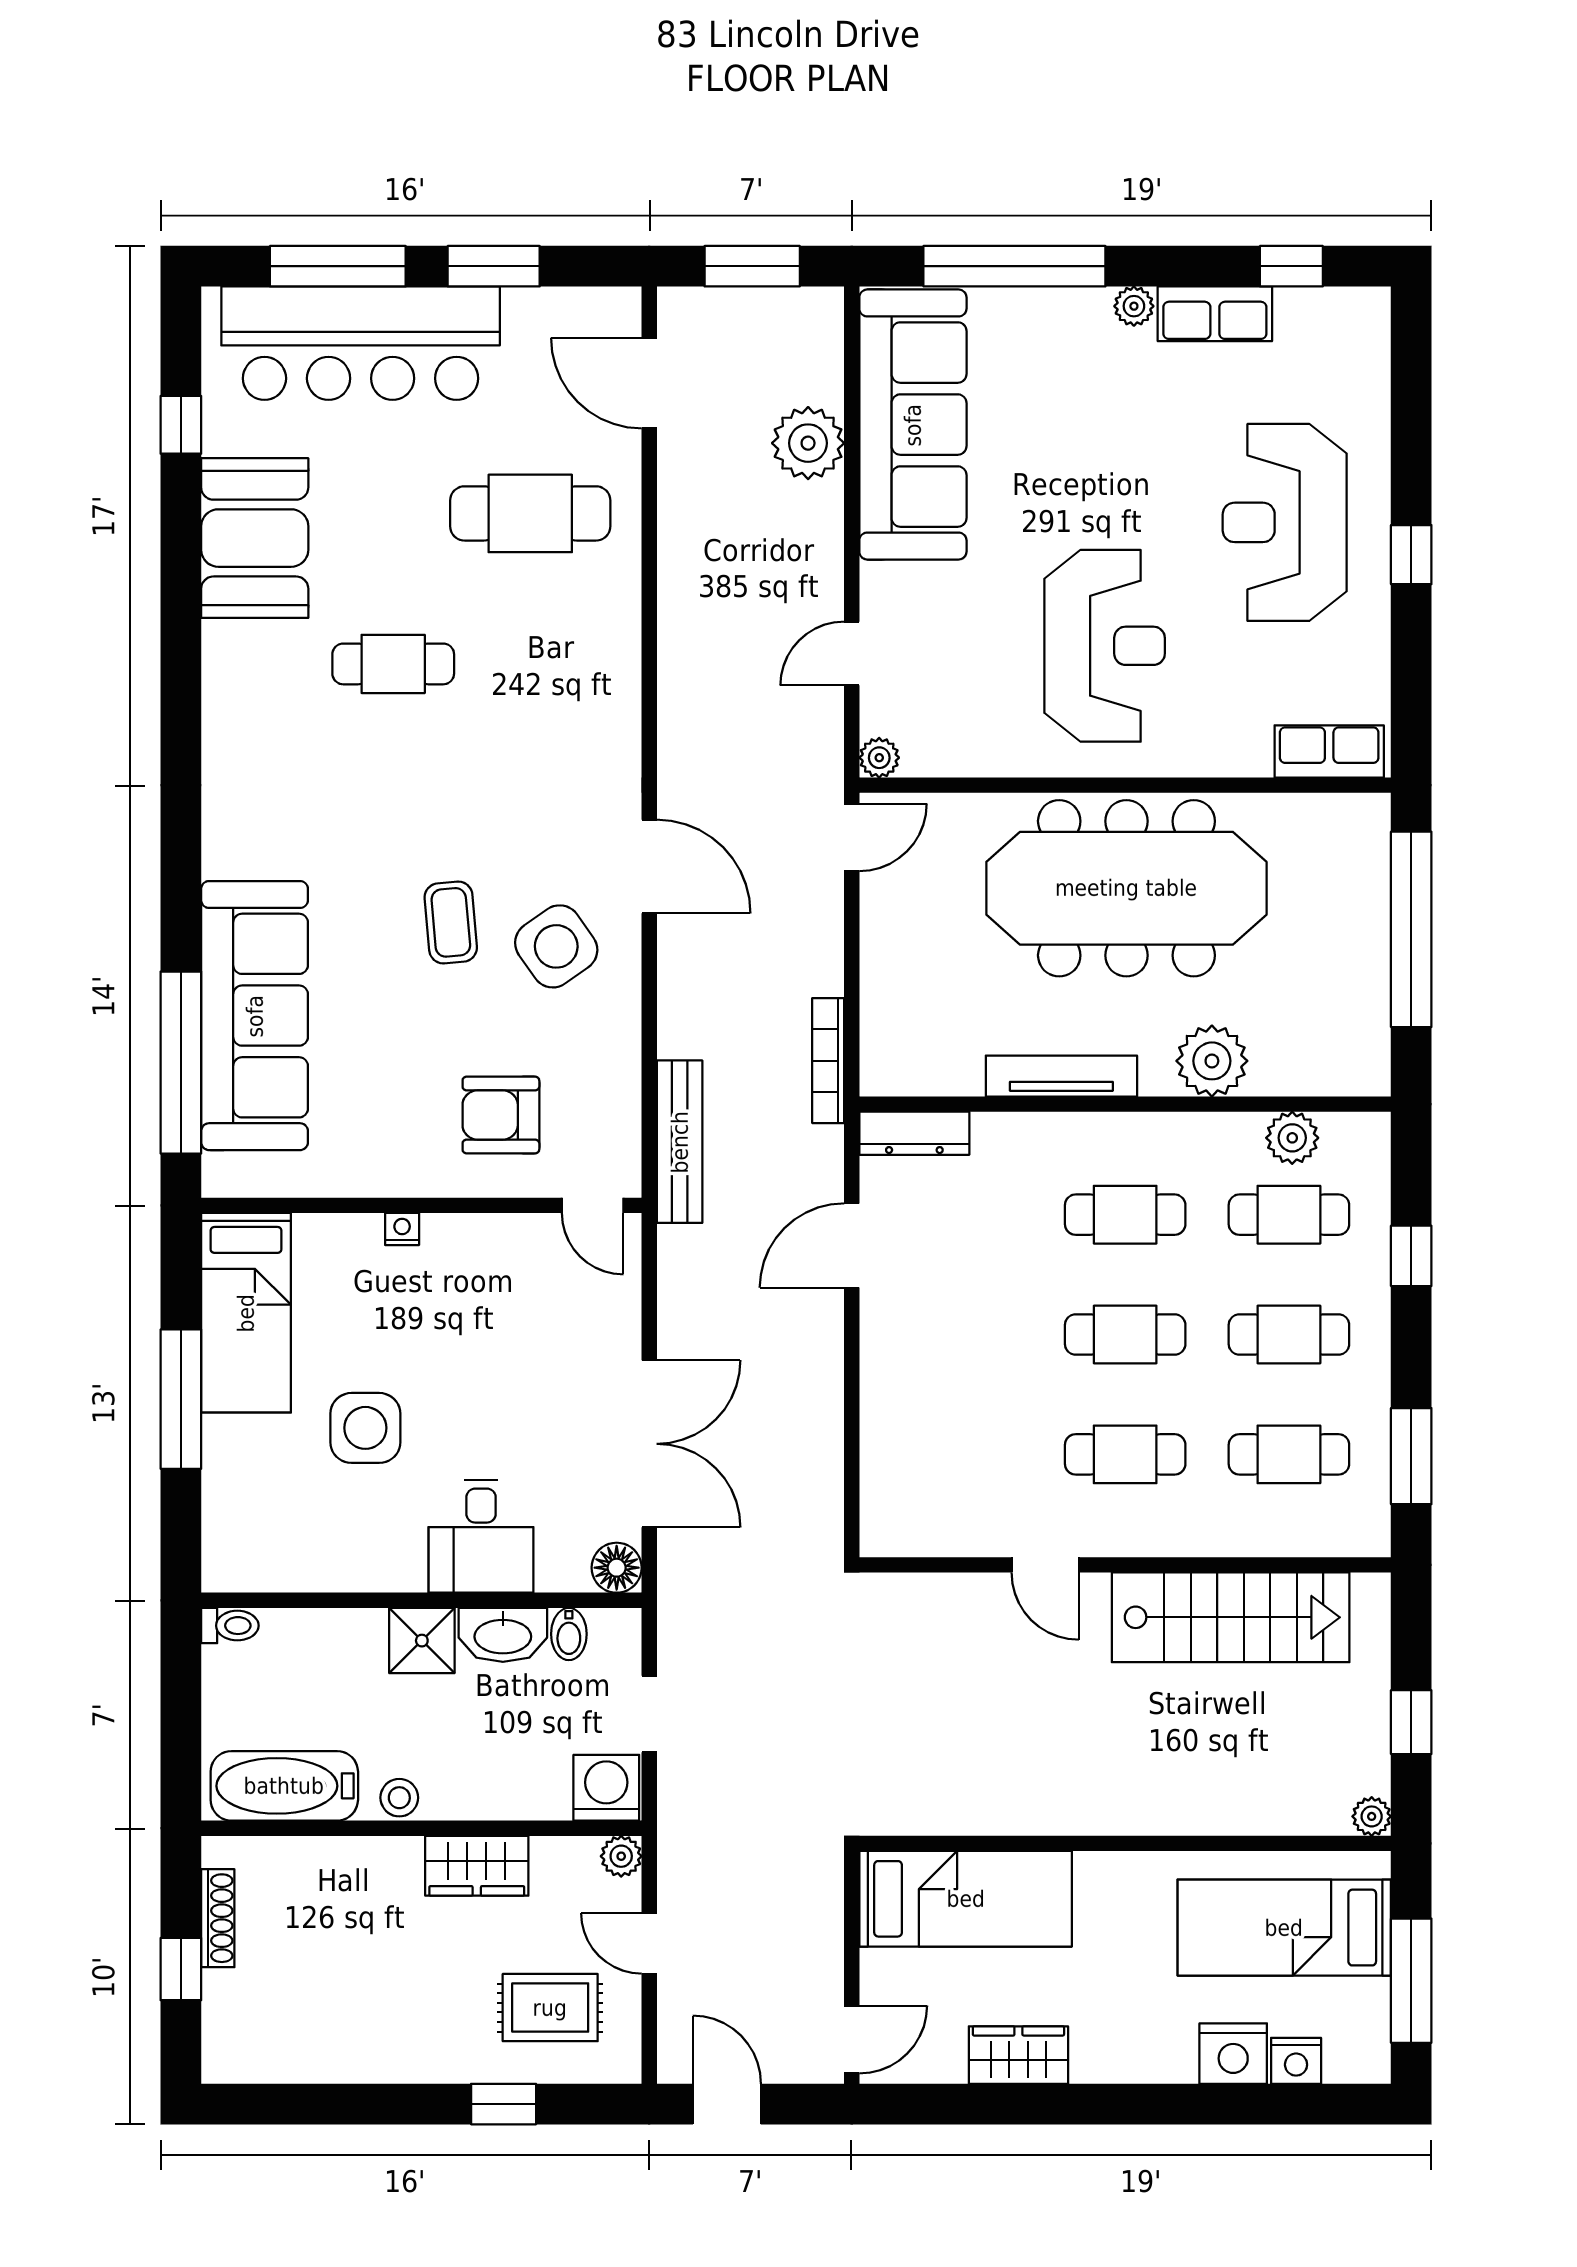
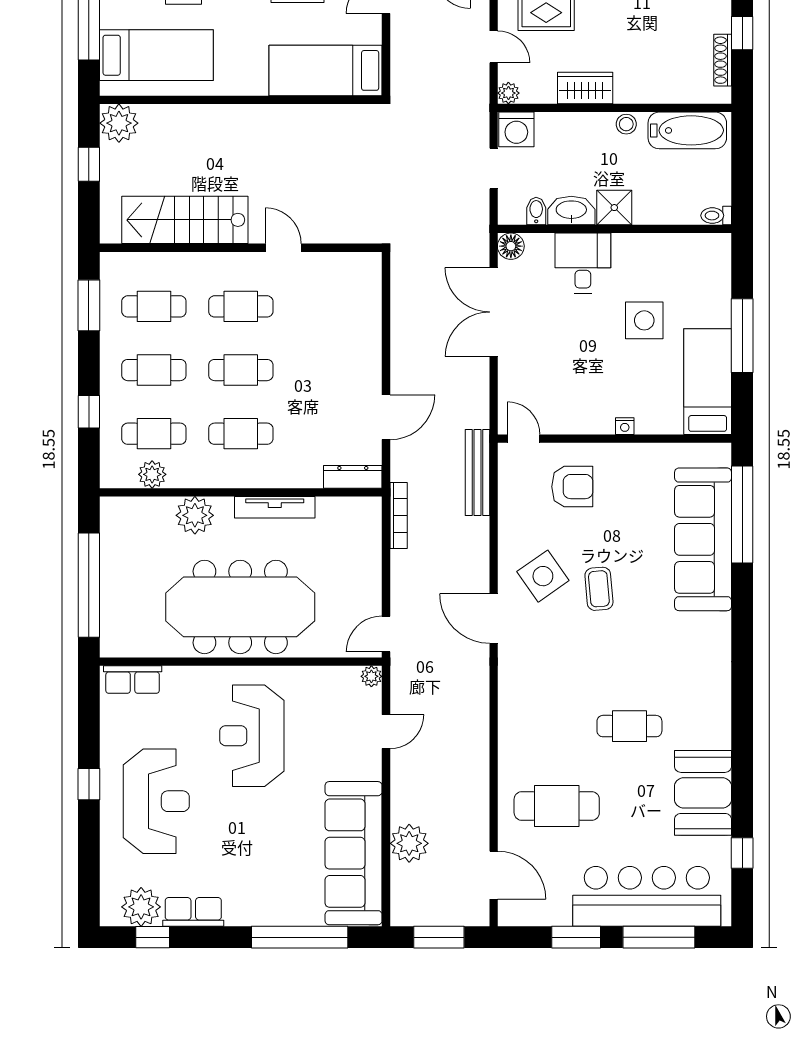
plant: (1134, 306) -> (141, 907), moved, width x1.87, depth x1.87
plant: (1372, 1816) -> (119, 123), width x1.88, depth x1.88

